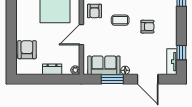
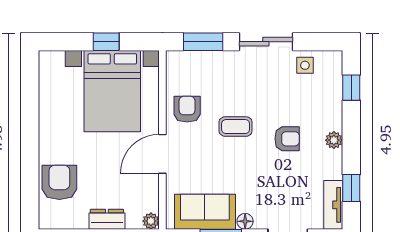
armchair: (94, 11) -> (187, 109), turned 180
plant: (172, 27) -> (334, 140), added

